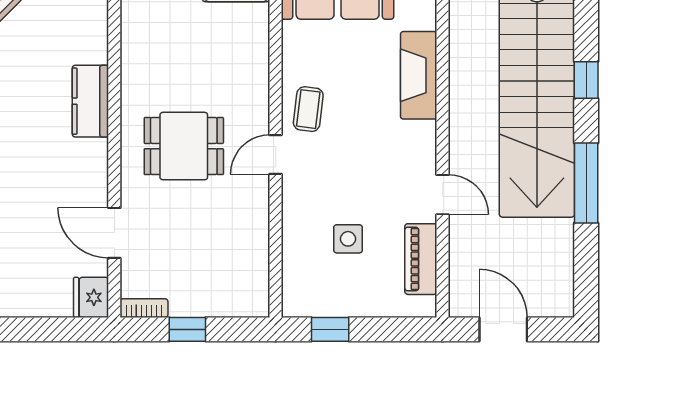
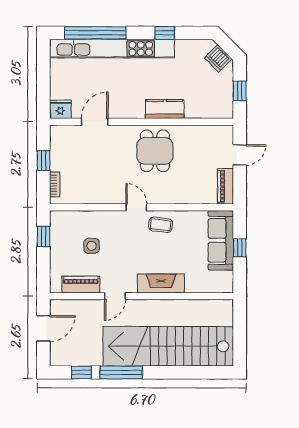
fireplace: (419, 75) -> (161, 283), moved
window: (586, 80) -> (82, 372), moved
dining table: (184, 146) -> (155, 151), moved
bookcase: (144, 308) -> (55, 185), moved

